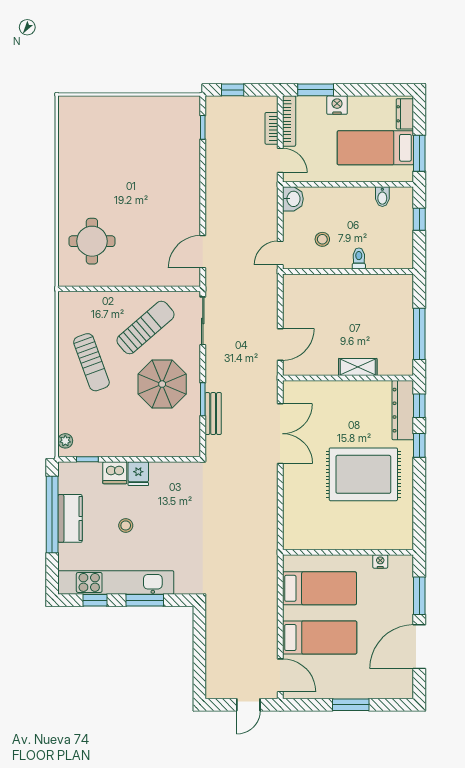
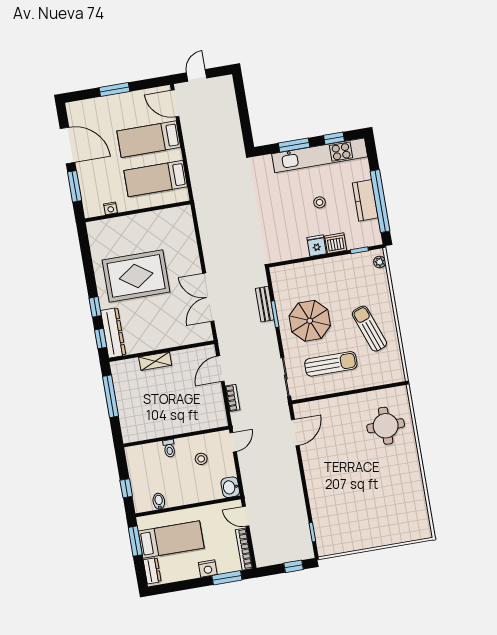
bookcase: (272, 128) -> (233, 398), moved
sun lounger: (145, 327) -> (331, 364), turned -139
door: (419, 647) -> (68, 145), hinge flipped

